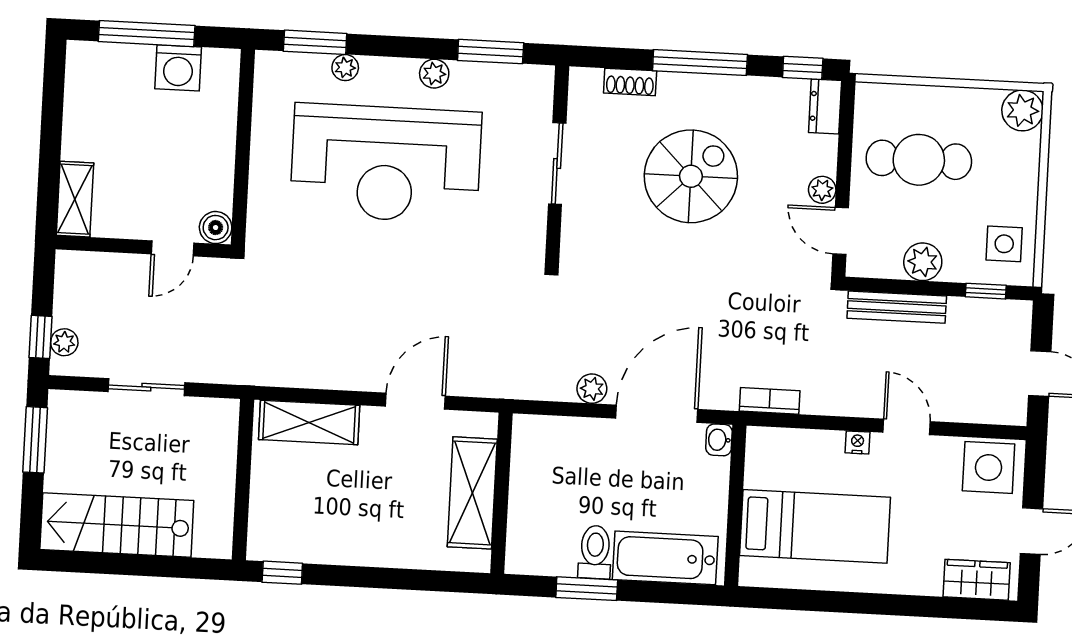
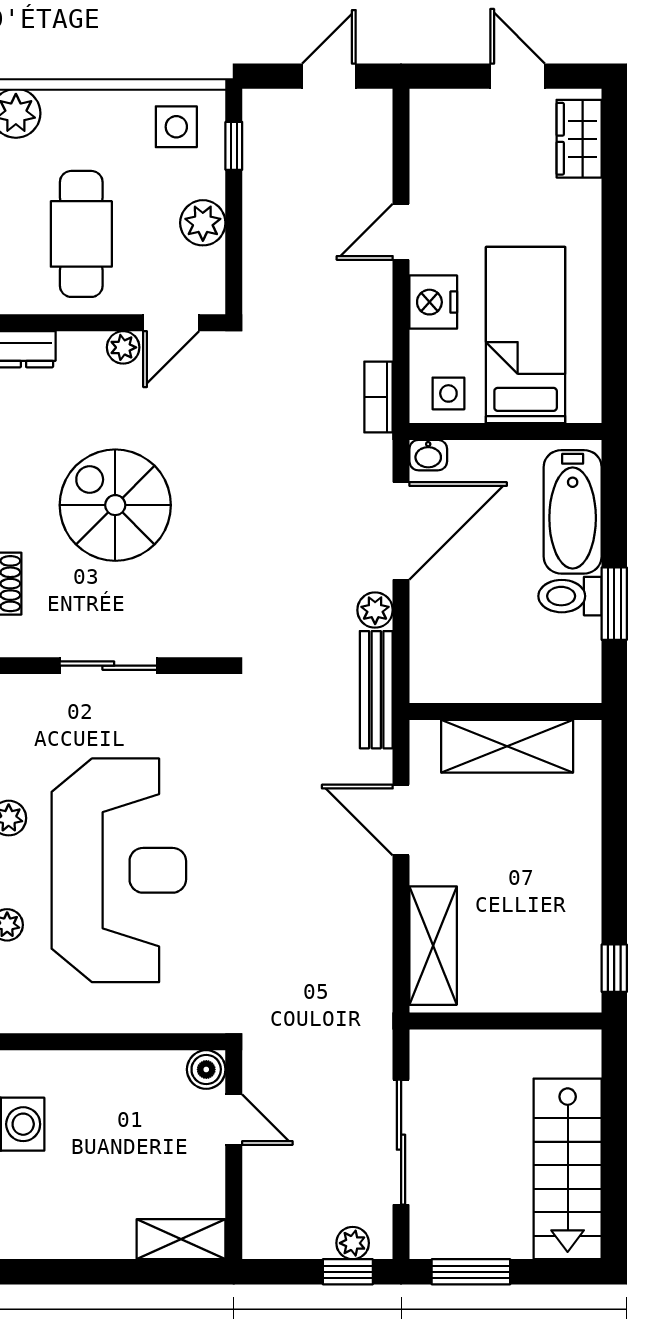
bench: (897, 307) -> (376, 690), moved
sliding door: (146, 387) -> (401, 1142), width x1.37
door: (657, 414) -> (401, 531), swing flipped
nightstand: (857, 442) -> (433, 302), width x1.89, depth x1.79
side table: (989, 467) -> (448, 393), moved, width x0.54, depth x0.54

